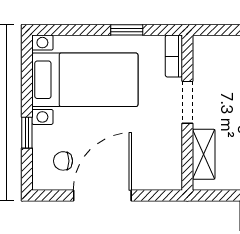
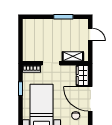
wardrobe: (158, 176) -> (82, 76), added

